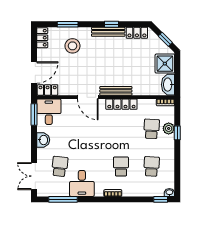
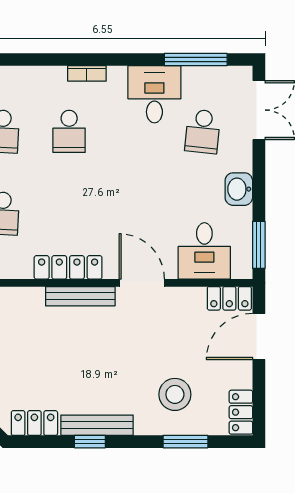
desk: (49, 112) -> (204, 251), moved

